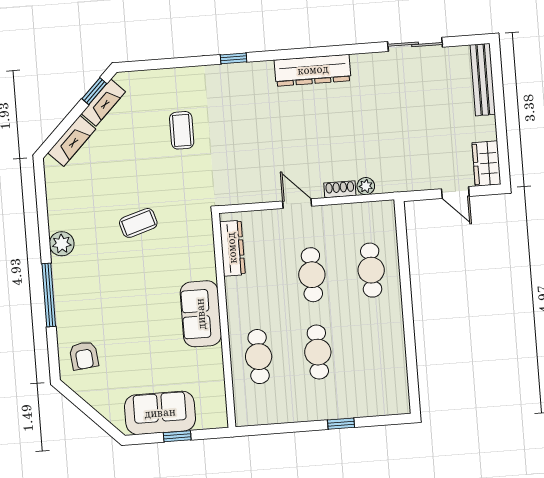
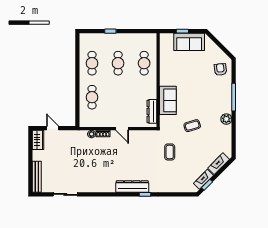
dresser: (313, 70) -> (132, 186), moved
coffee table: (182, 130) -> (170, 152), moved
cafe table: (312, 275) -> (92, 63), moved
sofa: (201, 314) -> (168, 100), moved

